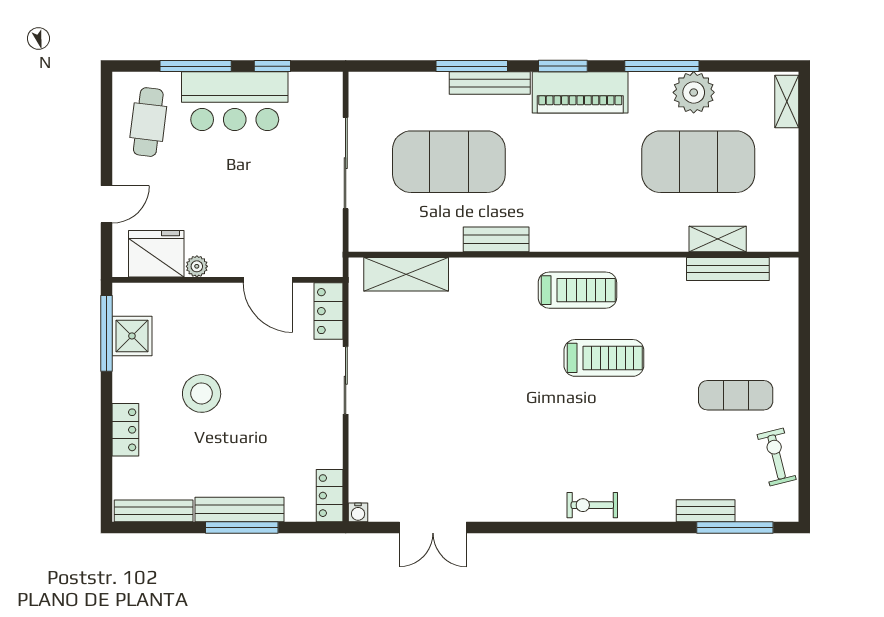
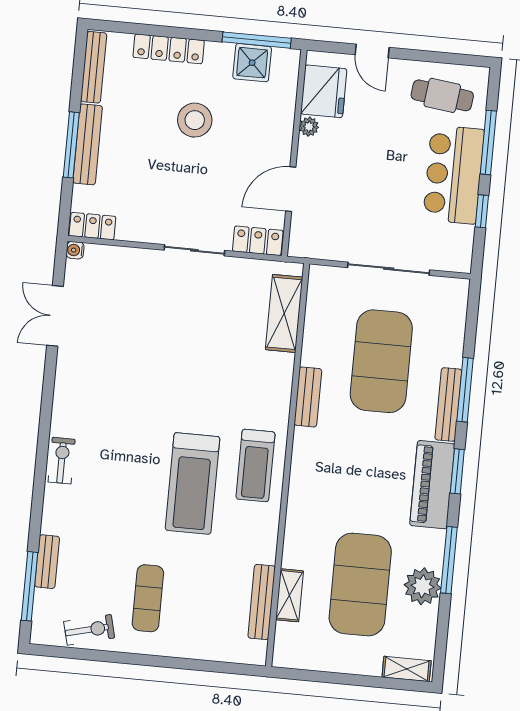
treadmill: (604, 358) -> (192, 483), width x1.37, depth x1.38
locker: (125, 430) -> (169, 49), width x1.53

